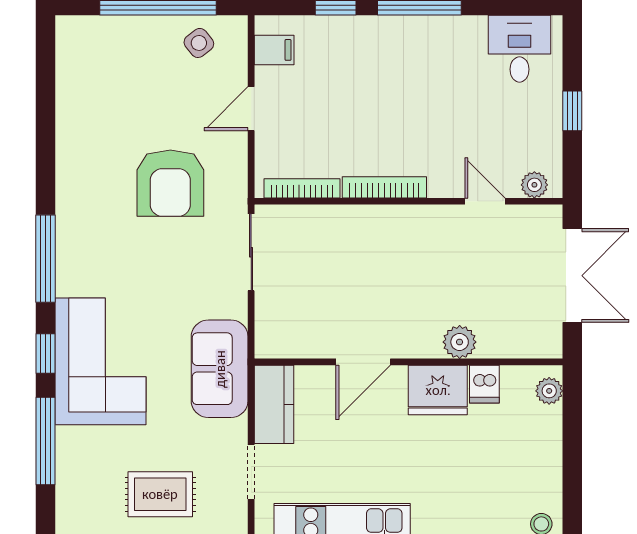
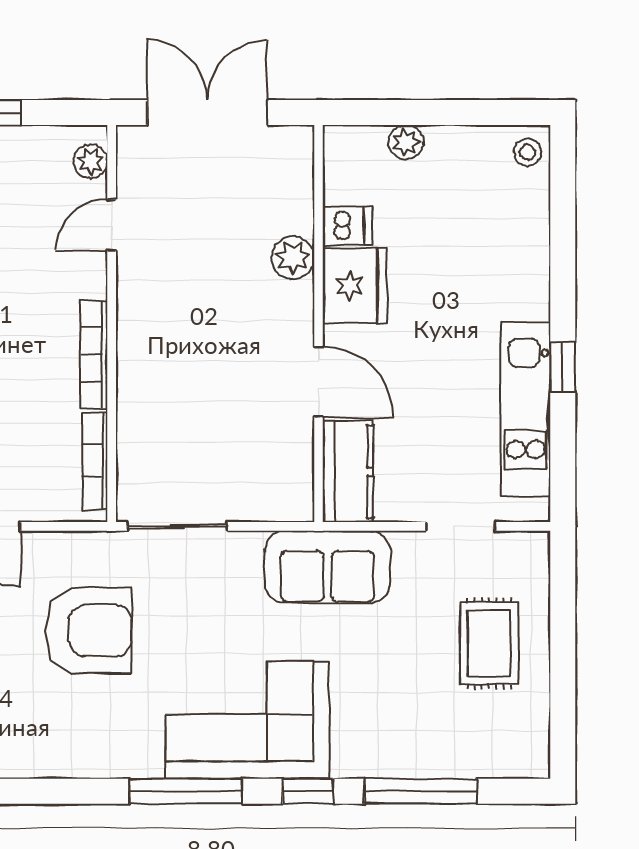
corner sofa: (101, 361) -> (247, 720), moved
plant: (549, 391) -> (406, 142), moved
kitchen counter: (274, 404) -> (348, 472), moved, turned 90

